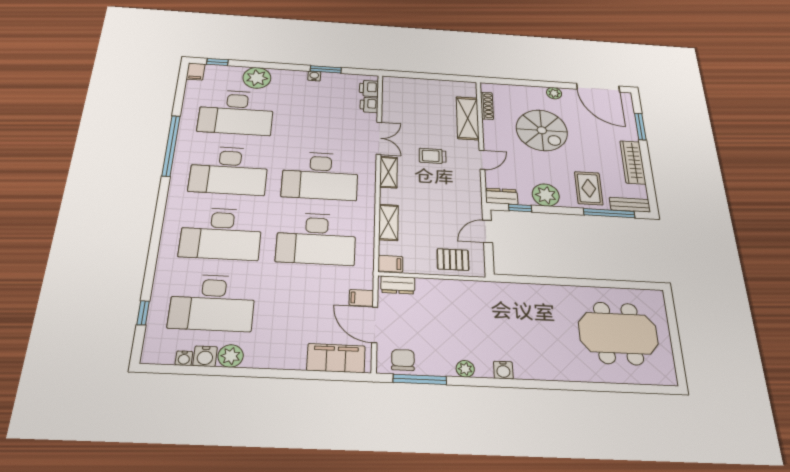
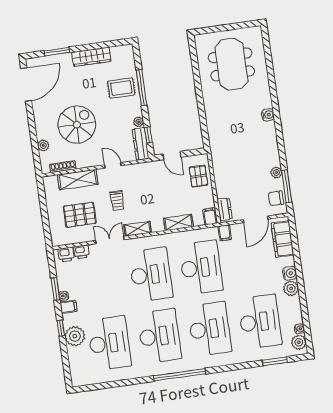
window: (217, 62) -> (61, 328), moved
filing cabinet: (196, 72) -> (68, 307), moved
plant: (554, 93) -> (43, 145), moved
pallet: (420, 112) -> (80, 215), added
window: (171, 146) -> (180, 375), moved
plant: (546, 195) -> (139, 122), width x0.53, depth x0.53
dresser: (502, 196) -> (140, 144), width x1.44
bench: (630, 205) -> (129, 58), removed
window: (609, 213) -> (142, 88), moved
filing cabinet: (361, 298) -> (225, 233), moved
window: (143, 313) -> (275, 361), width x1.50
plant: (162, 353) -> (299, 342), added
water cooler: (205, 356) -> (290, 273), moved
plant: (231, 356) -> (291, 288), moved
plant: (465, 369) -> (276, 172), moved
water cooler: (503, 370) -> (268, 115), moved

